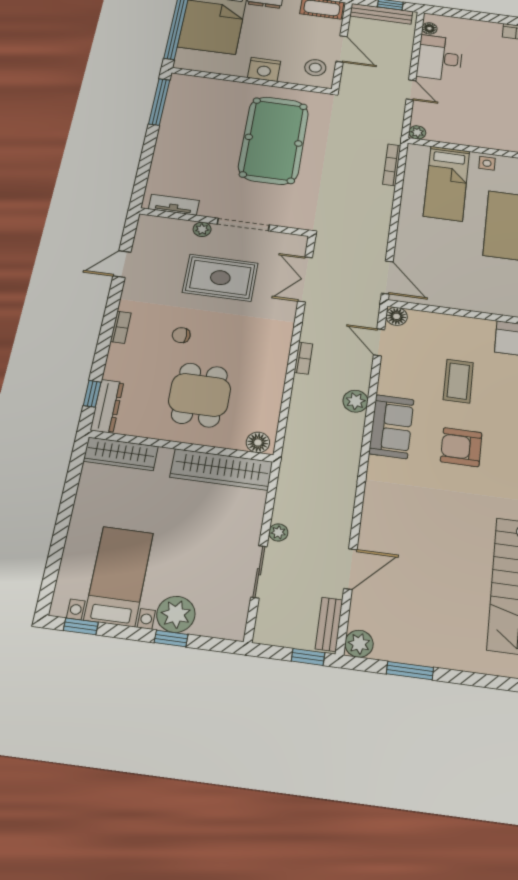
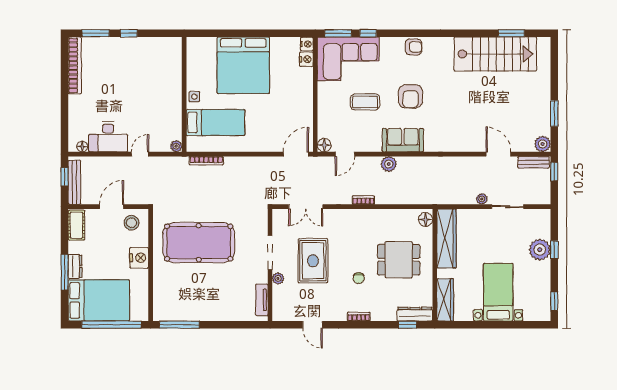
bed with nightstands: (119, 576) -> (498, 292), moved, turned 90

